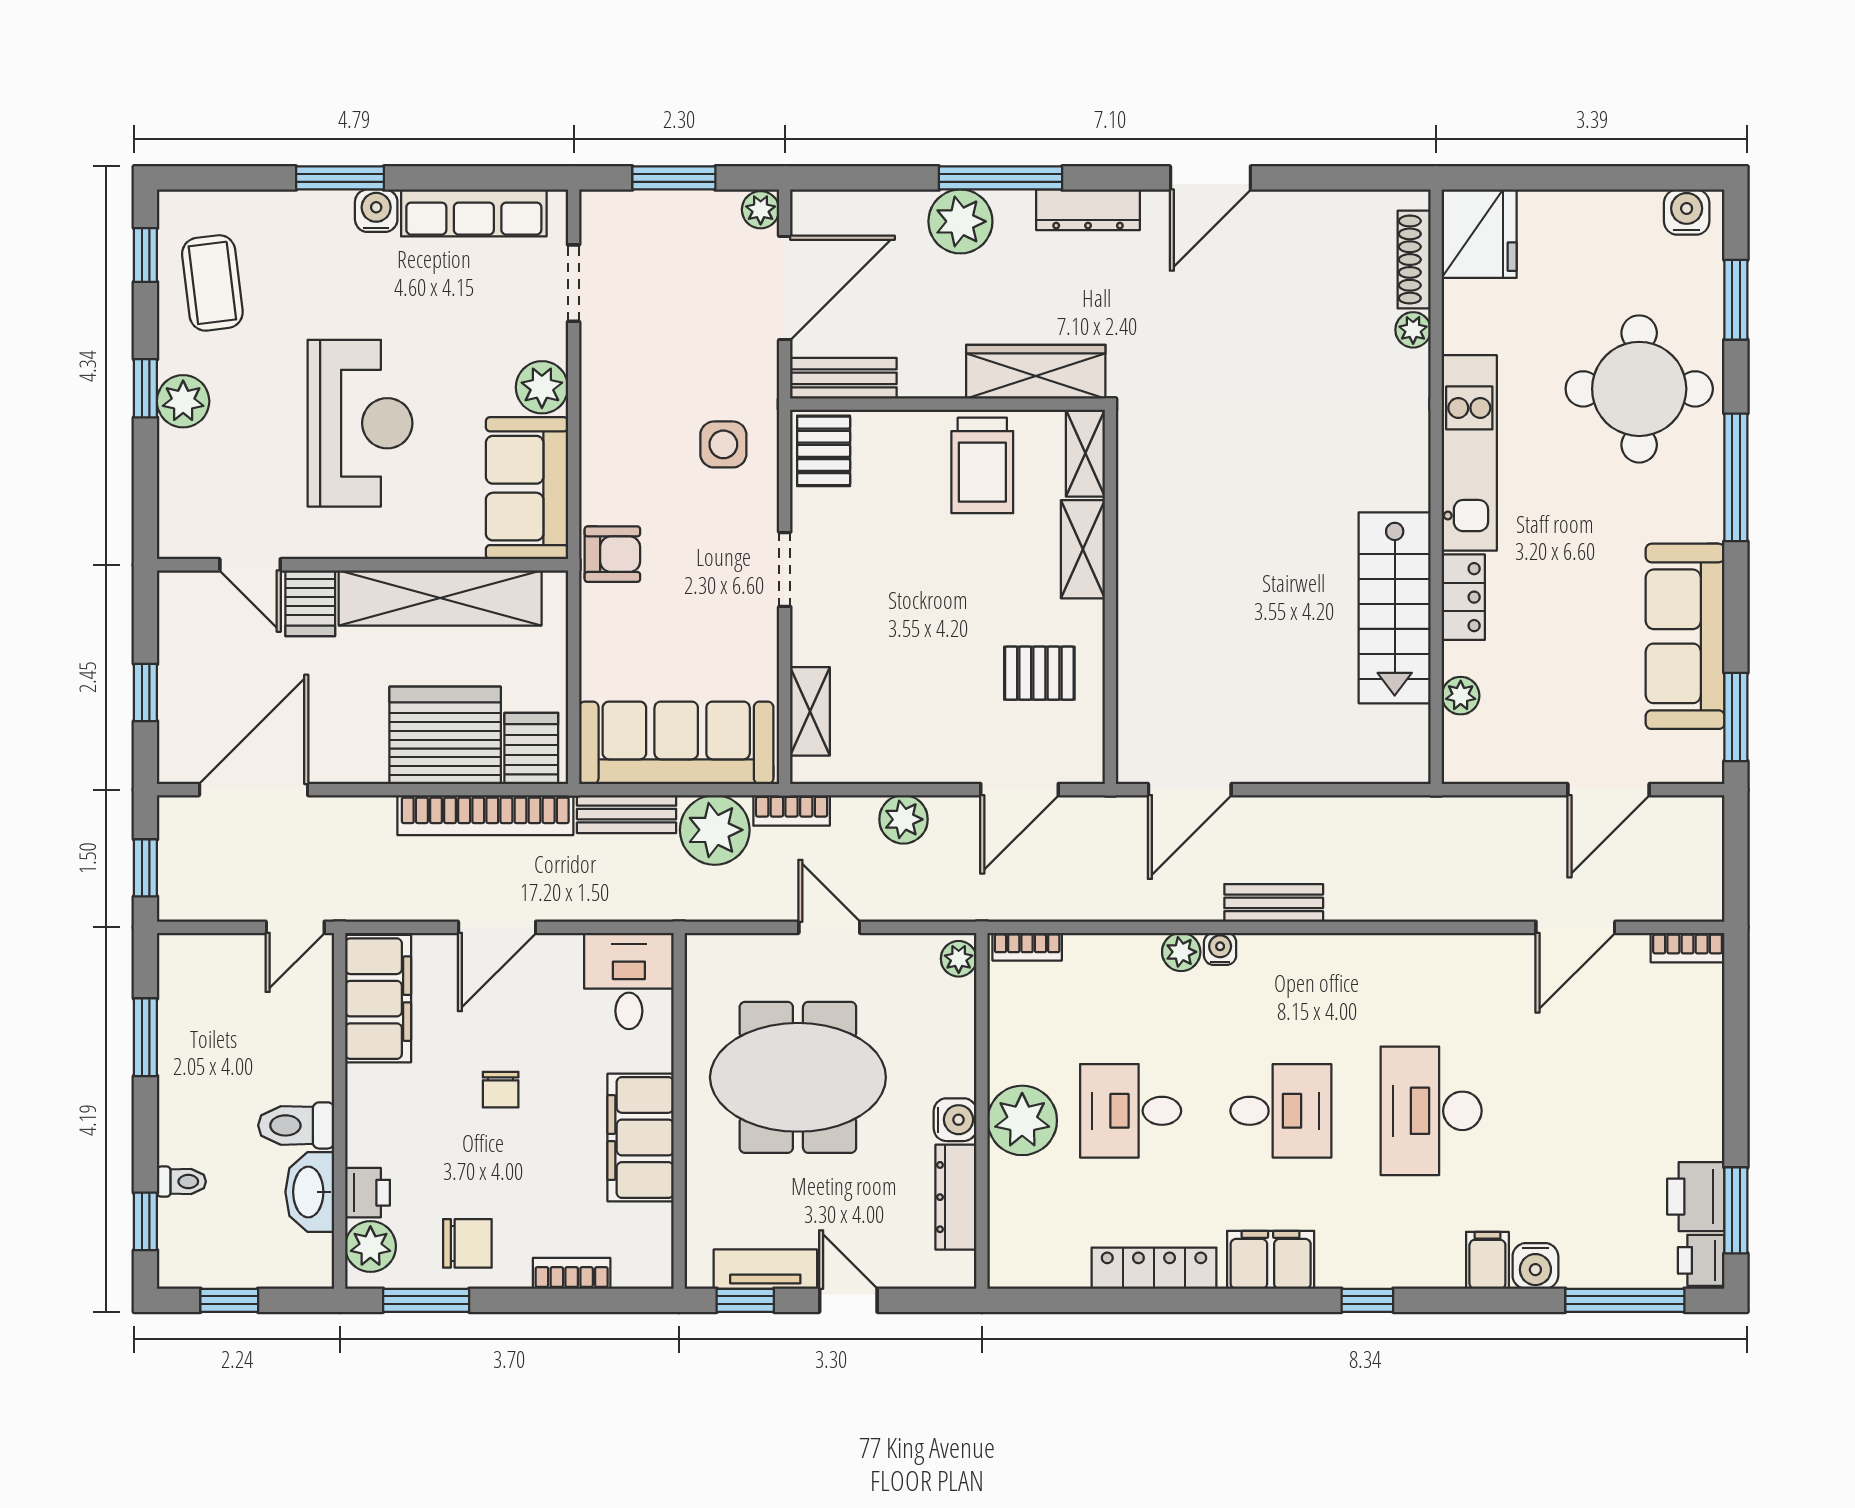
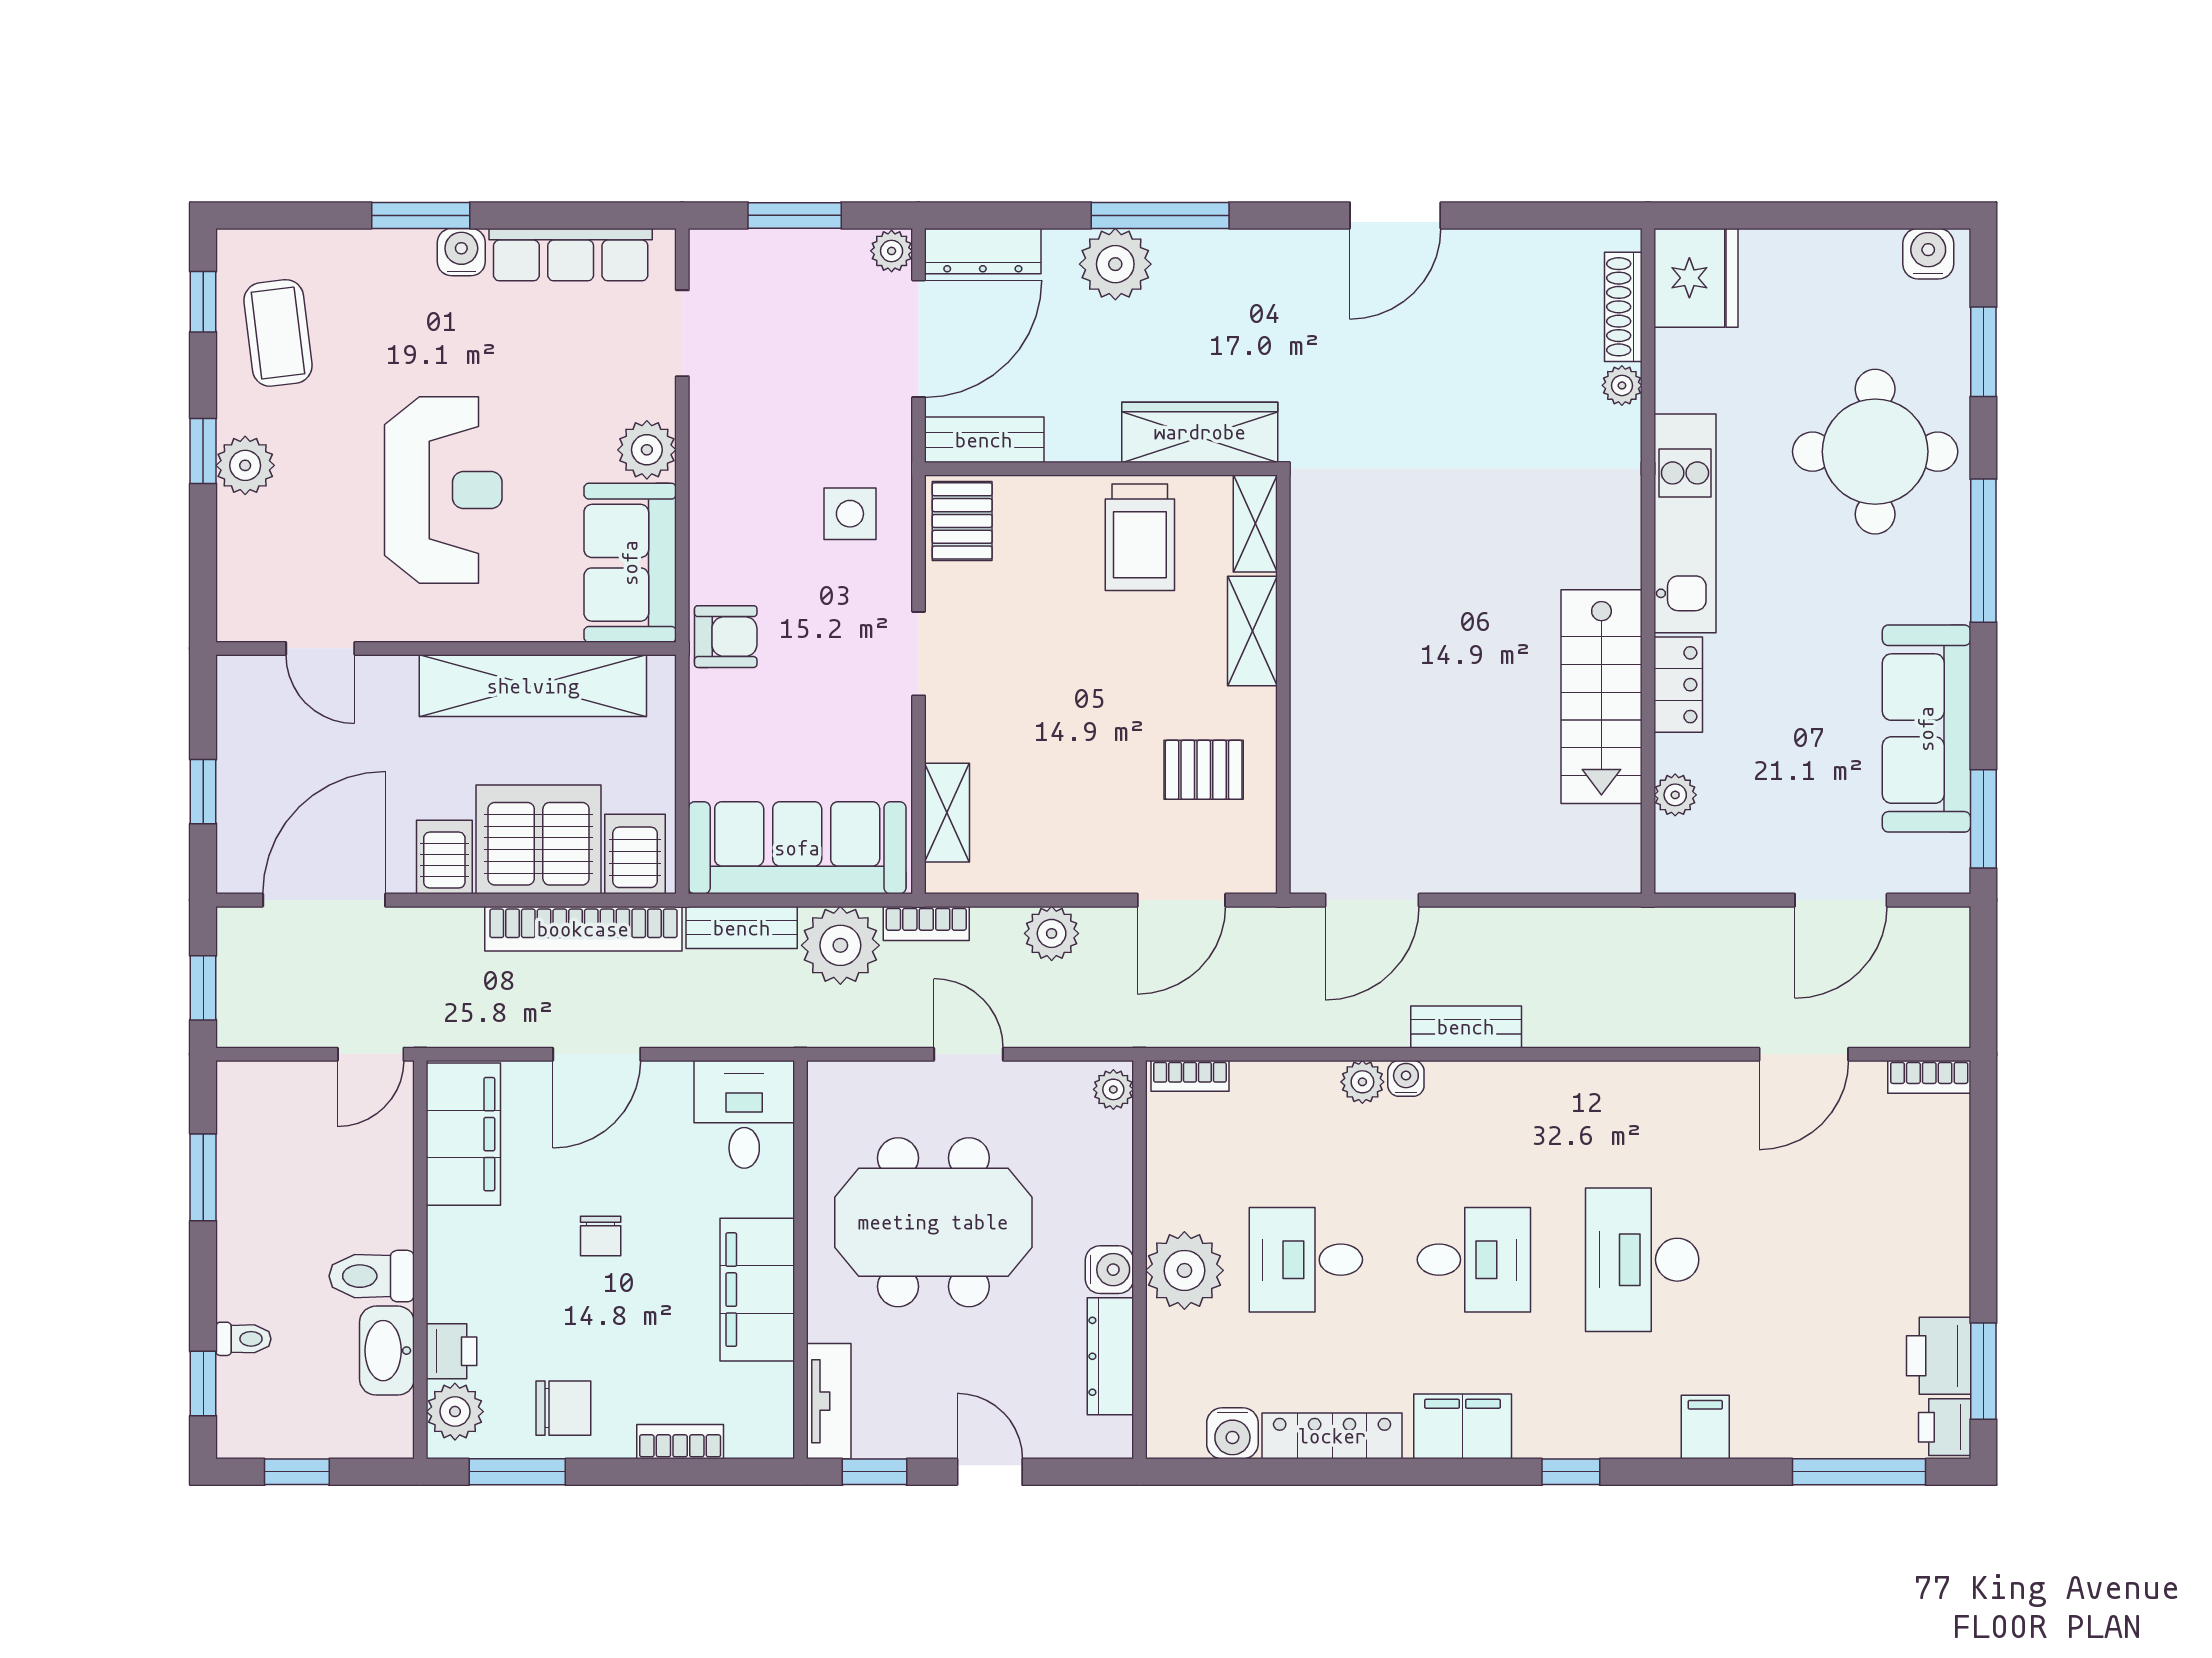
dresser: (1088, 210) -> (983, 251), moved
server rack: (310, 603) -> (444, 857), moved, turned 180
water cooler: (1535, 1266) -> (1232, 1433), moved
tv unit: (765, 1269) -> (829, 1401), moved, turned 90

